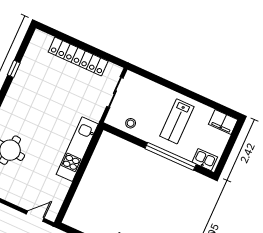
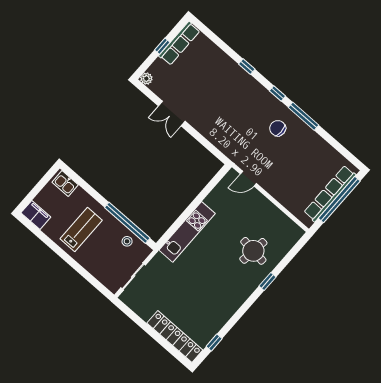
locker: (78, 57) -> (175, 337), moved
window: (14, 69) -> (214, 342), moved
window: (171, 156) -> (127, 223), moved

